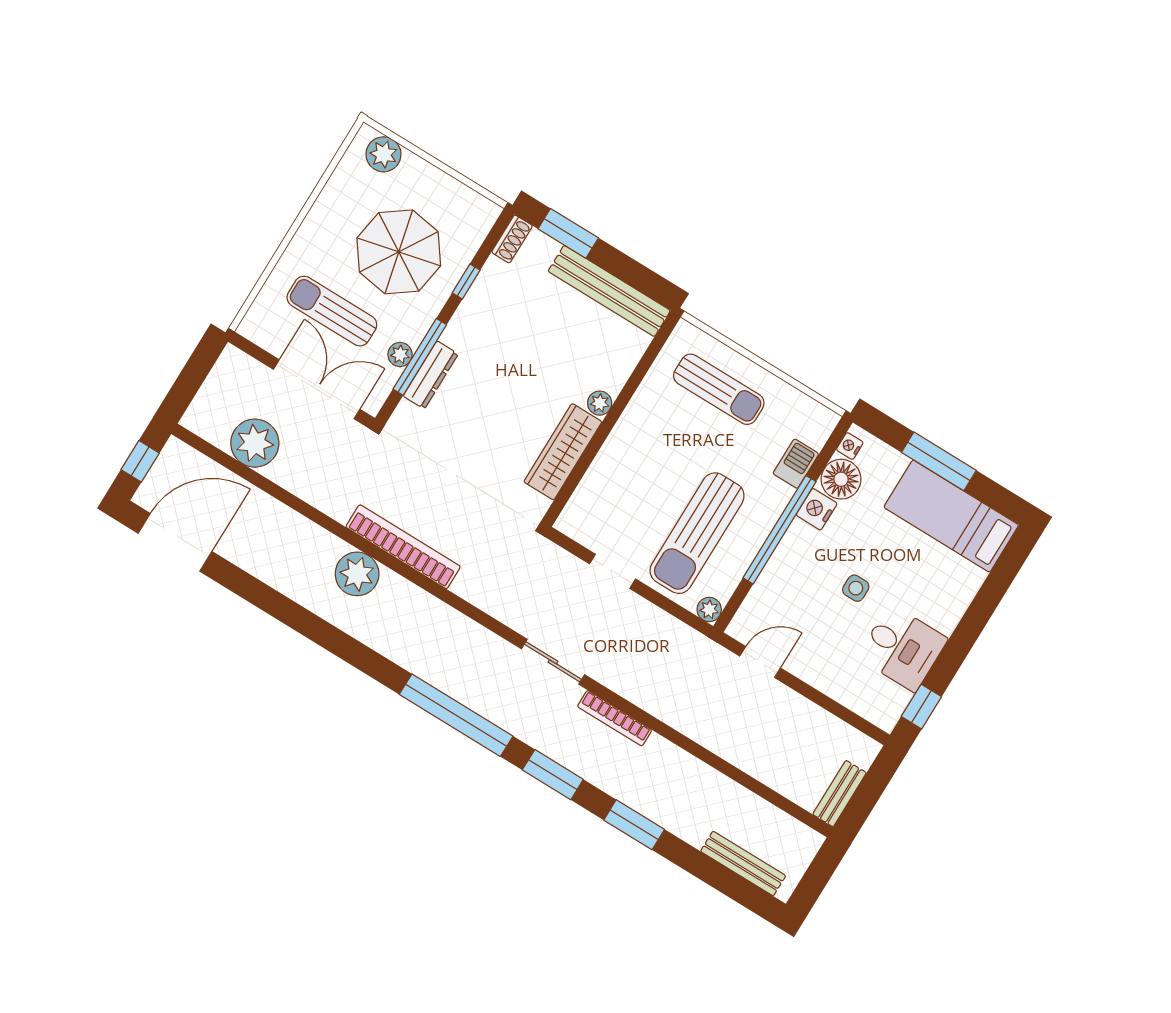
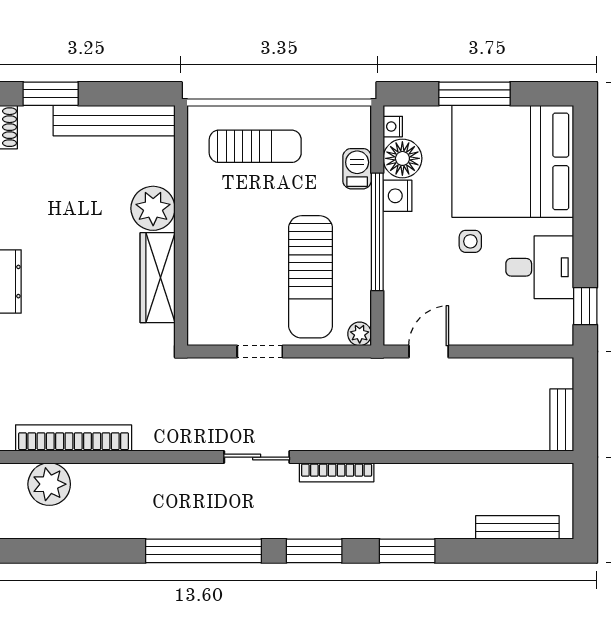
plant: (600, 403) -> (153, 208), width x1.87, depth x1.87
bed: (951, 516) -> (513, 161), width x2.04

